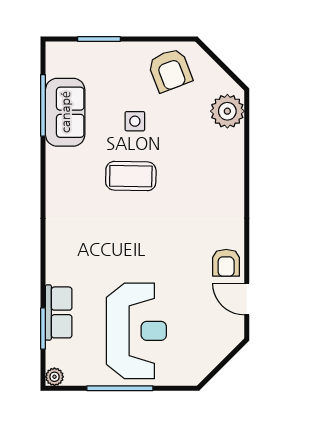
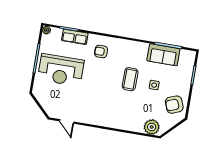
armchair: (226, 263) -> (101, 52), moved
door: (247, 299) -> (67, 121), swing flipped

